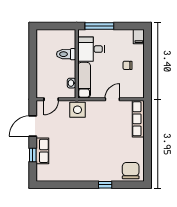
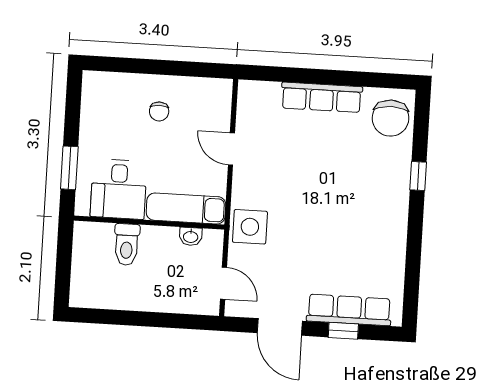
window: (99, 26) -> (69, 168), width x0.69
filing cabinet: (139, 37) -> (98, 83), removed
row of seats: (138, 119) -> (322, 97), moved
row of seats: (42, 151) -> (349, 310), width x1.48
chair: (131, 171) -> (391, 118), turned -90

